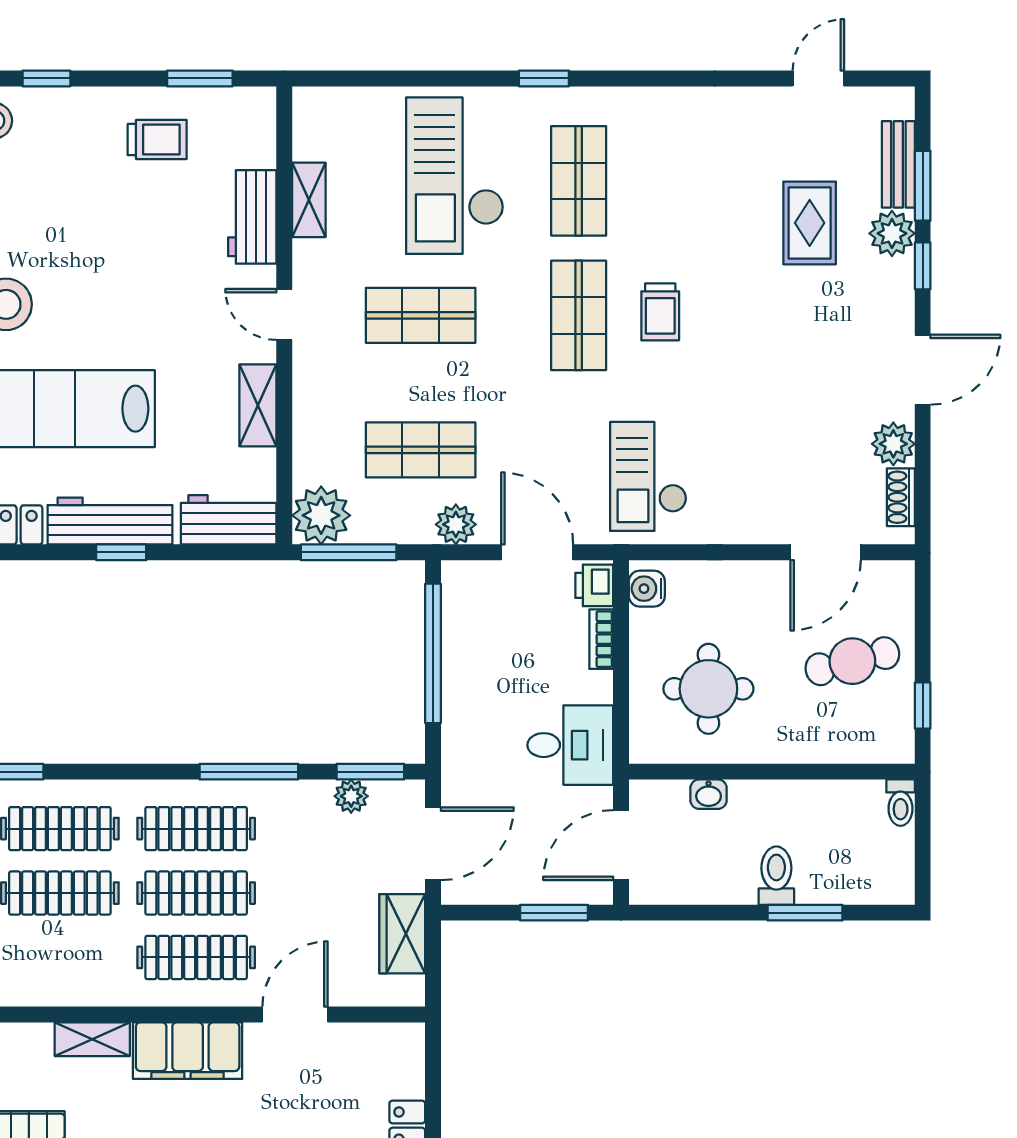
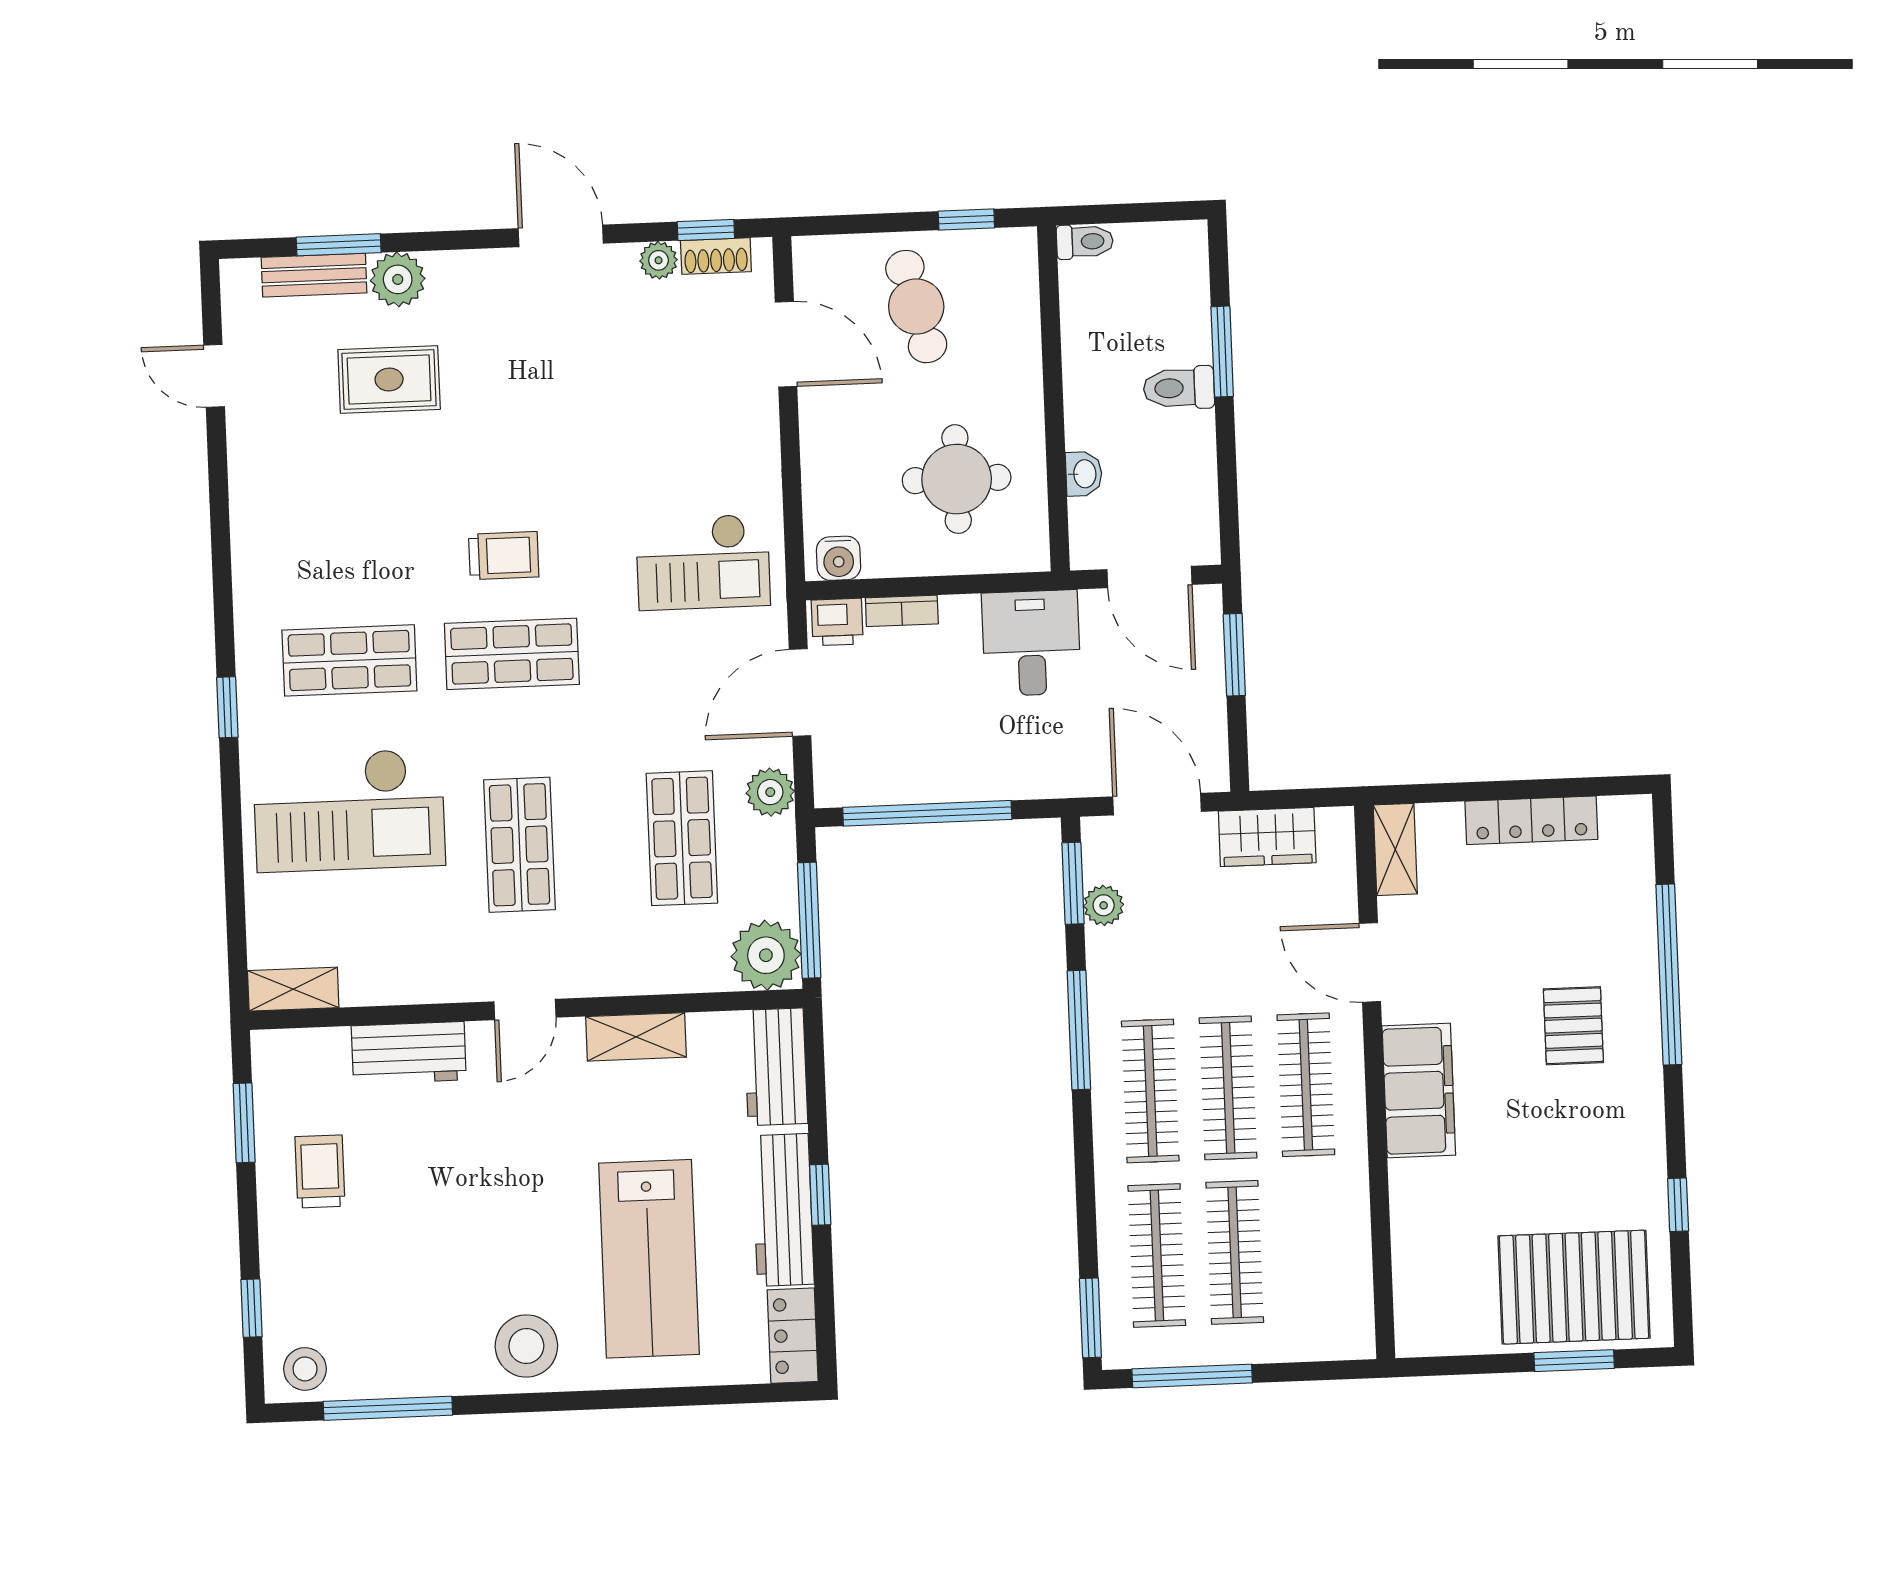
shelving: (309, 200) -> (293, 989), moved
window: (923, 266) -> (706, 230), moved
plant: (893, 444) -> (659, 260), width x0.73, depth x0.73
shelving: (92, 1039) -> (1395, 849), moved

